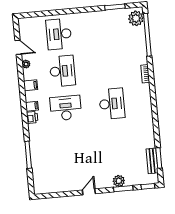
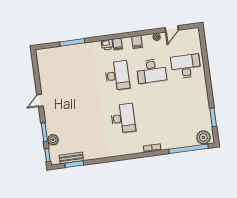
desk: (112, 104) -> (123, 118), turned -90
plant: (119, 181) -> (53, 140), moved
door: (89, 192) -> (40, 100), swing flipped

